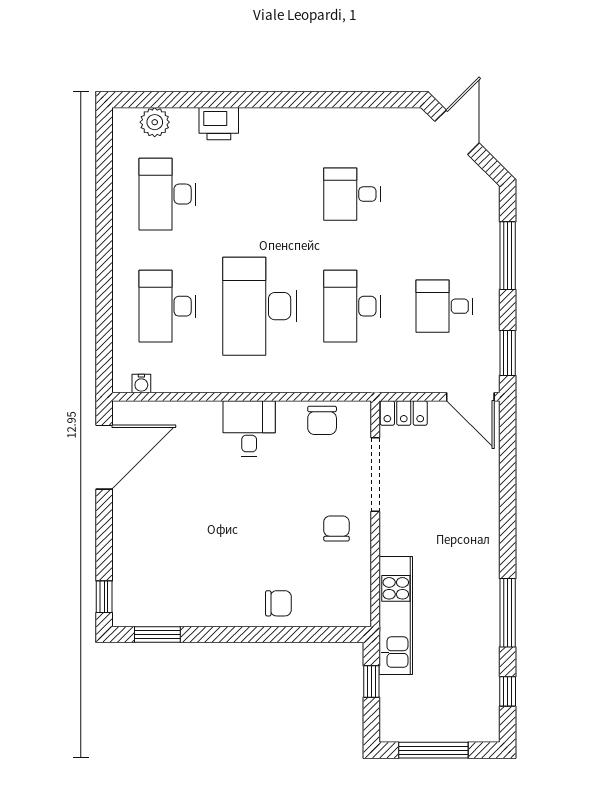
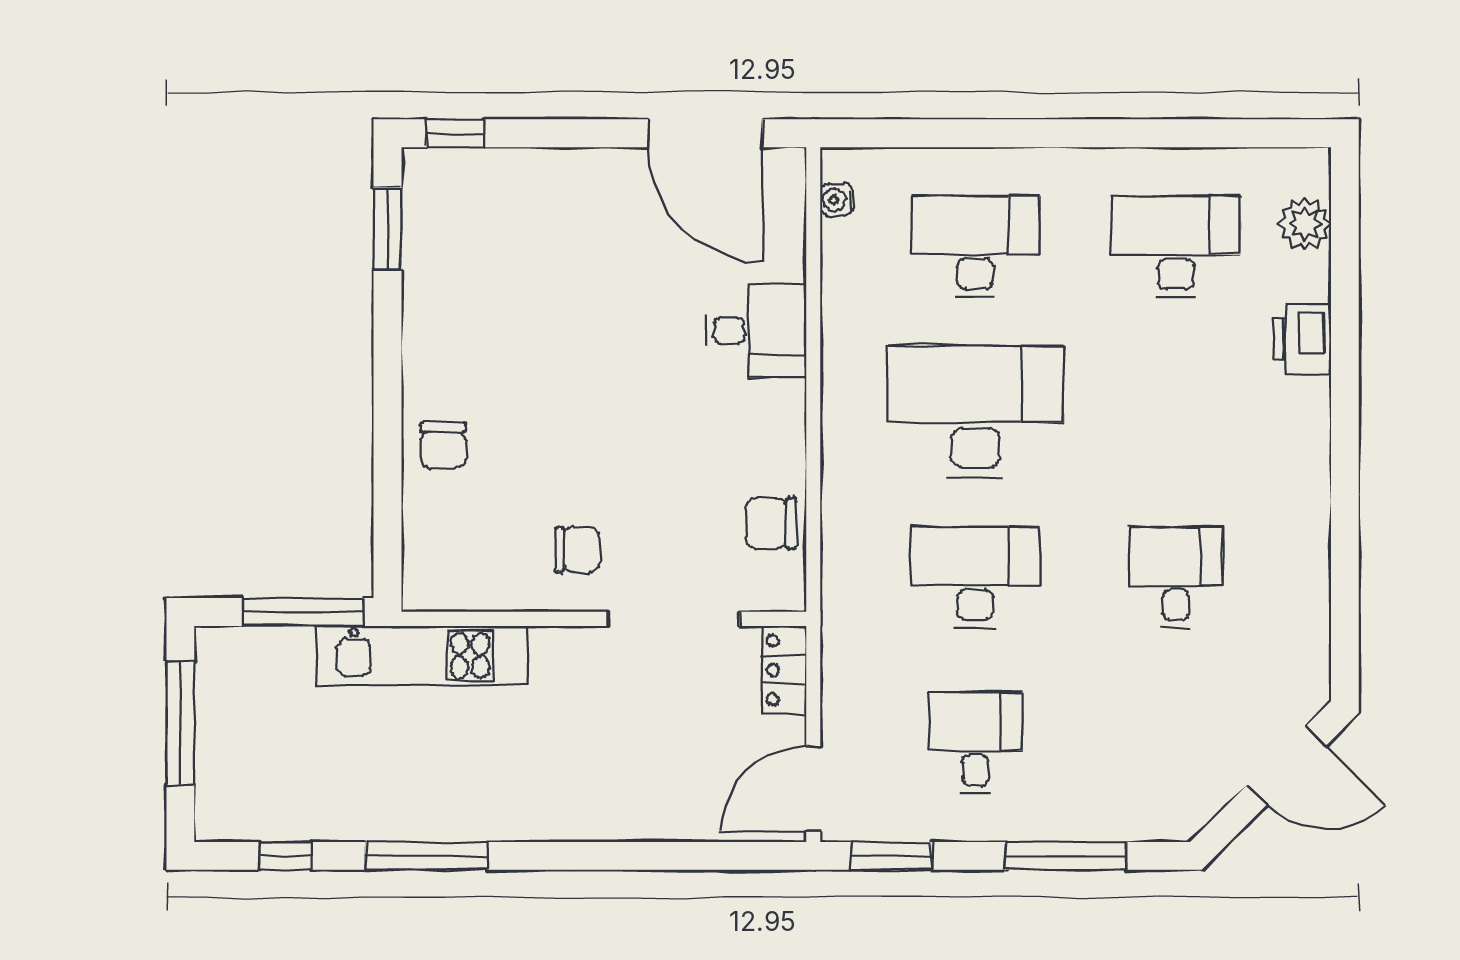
desk: (249, 428) -> (756, 331), moved
window: (371, 681) -> (303, 612), width x2.17

